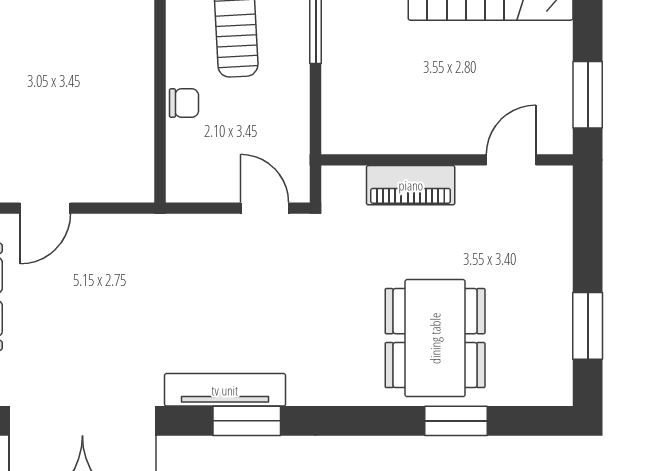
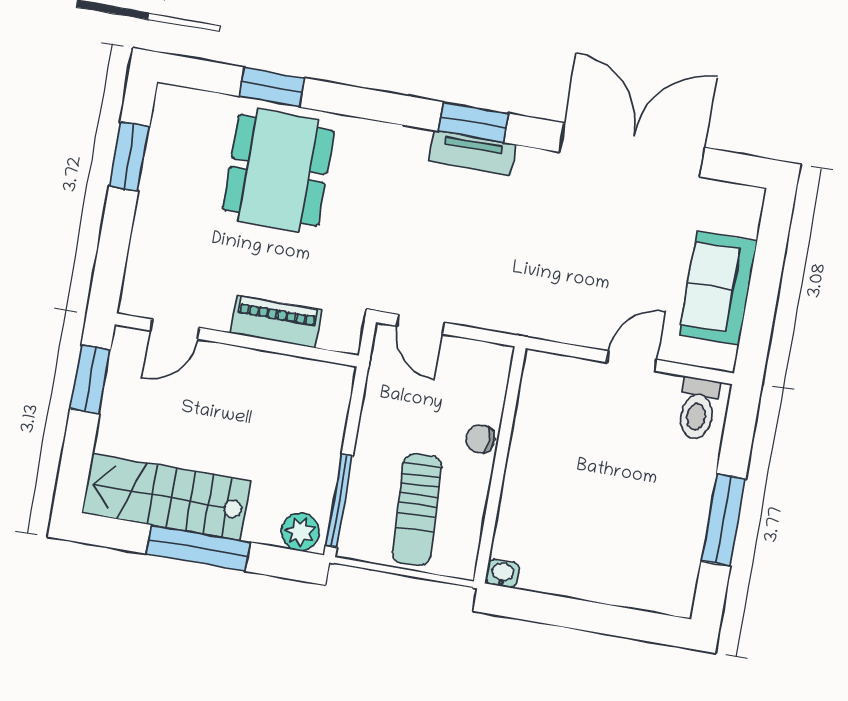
tv unit: (225, 390) -> (472, 153), width x0.71

